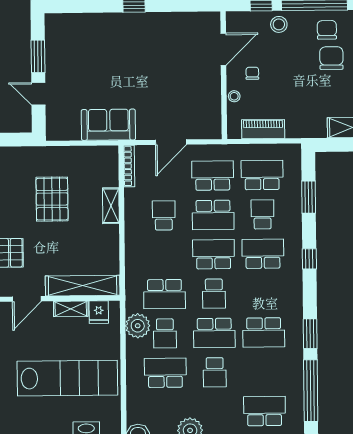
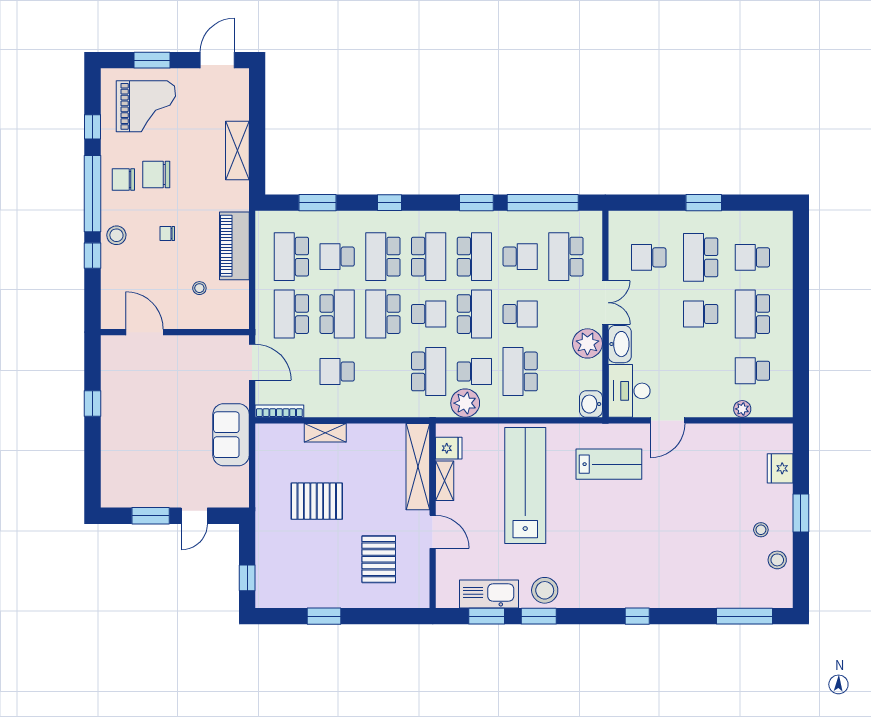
door: (223, 49) -> (145, 332), moved
chair: (252, 73) -> (167, 234), moved
wall: (224, 75) -> (175, 332), moved
piano: (263, 129) -> (234, 246), width x1.37, depth x1.33
school desk: (263, 293) -> (429, 257), added
school desk: (264, 372) -> (520, 257), added

